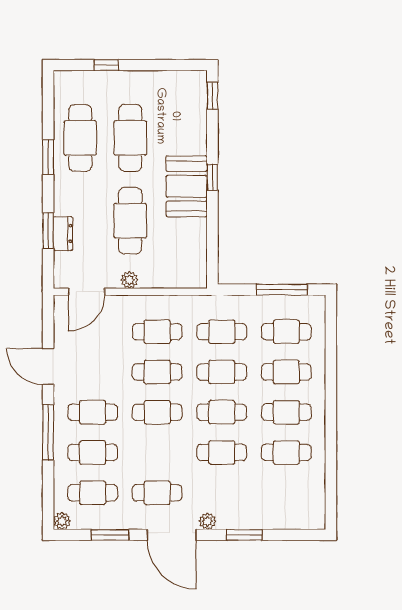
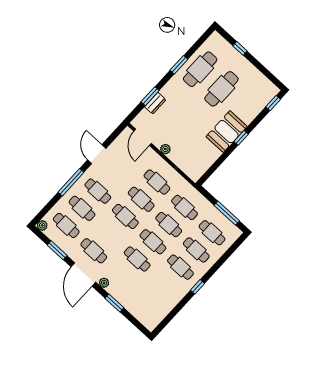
cafe table: (130, 221) -> (189, 124), removed
door: (87, 292) -> (143, 137), hinge flipped
window: (331, 417) -> (197, 287), added
cafe table: (286, 452) -> (165, 284), removed

